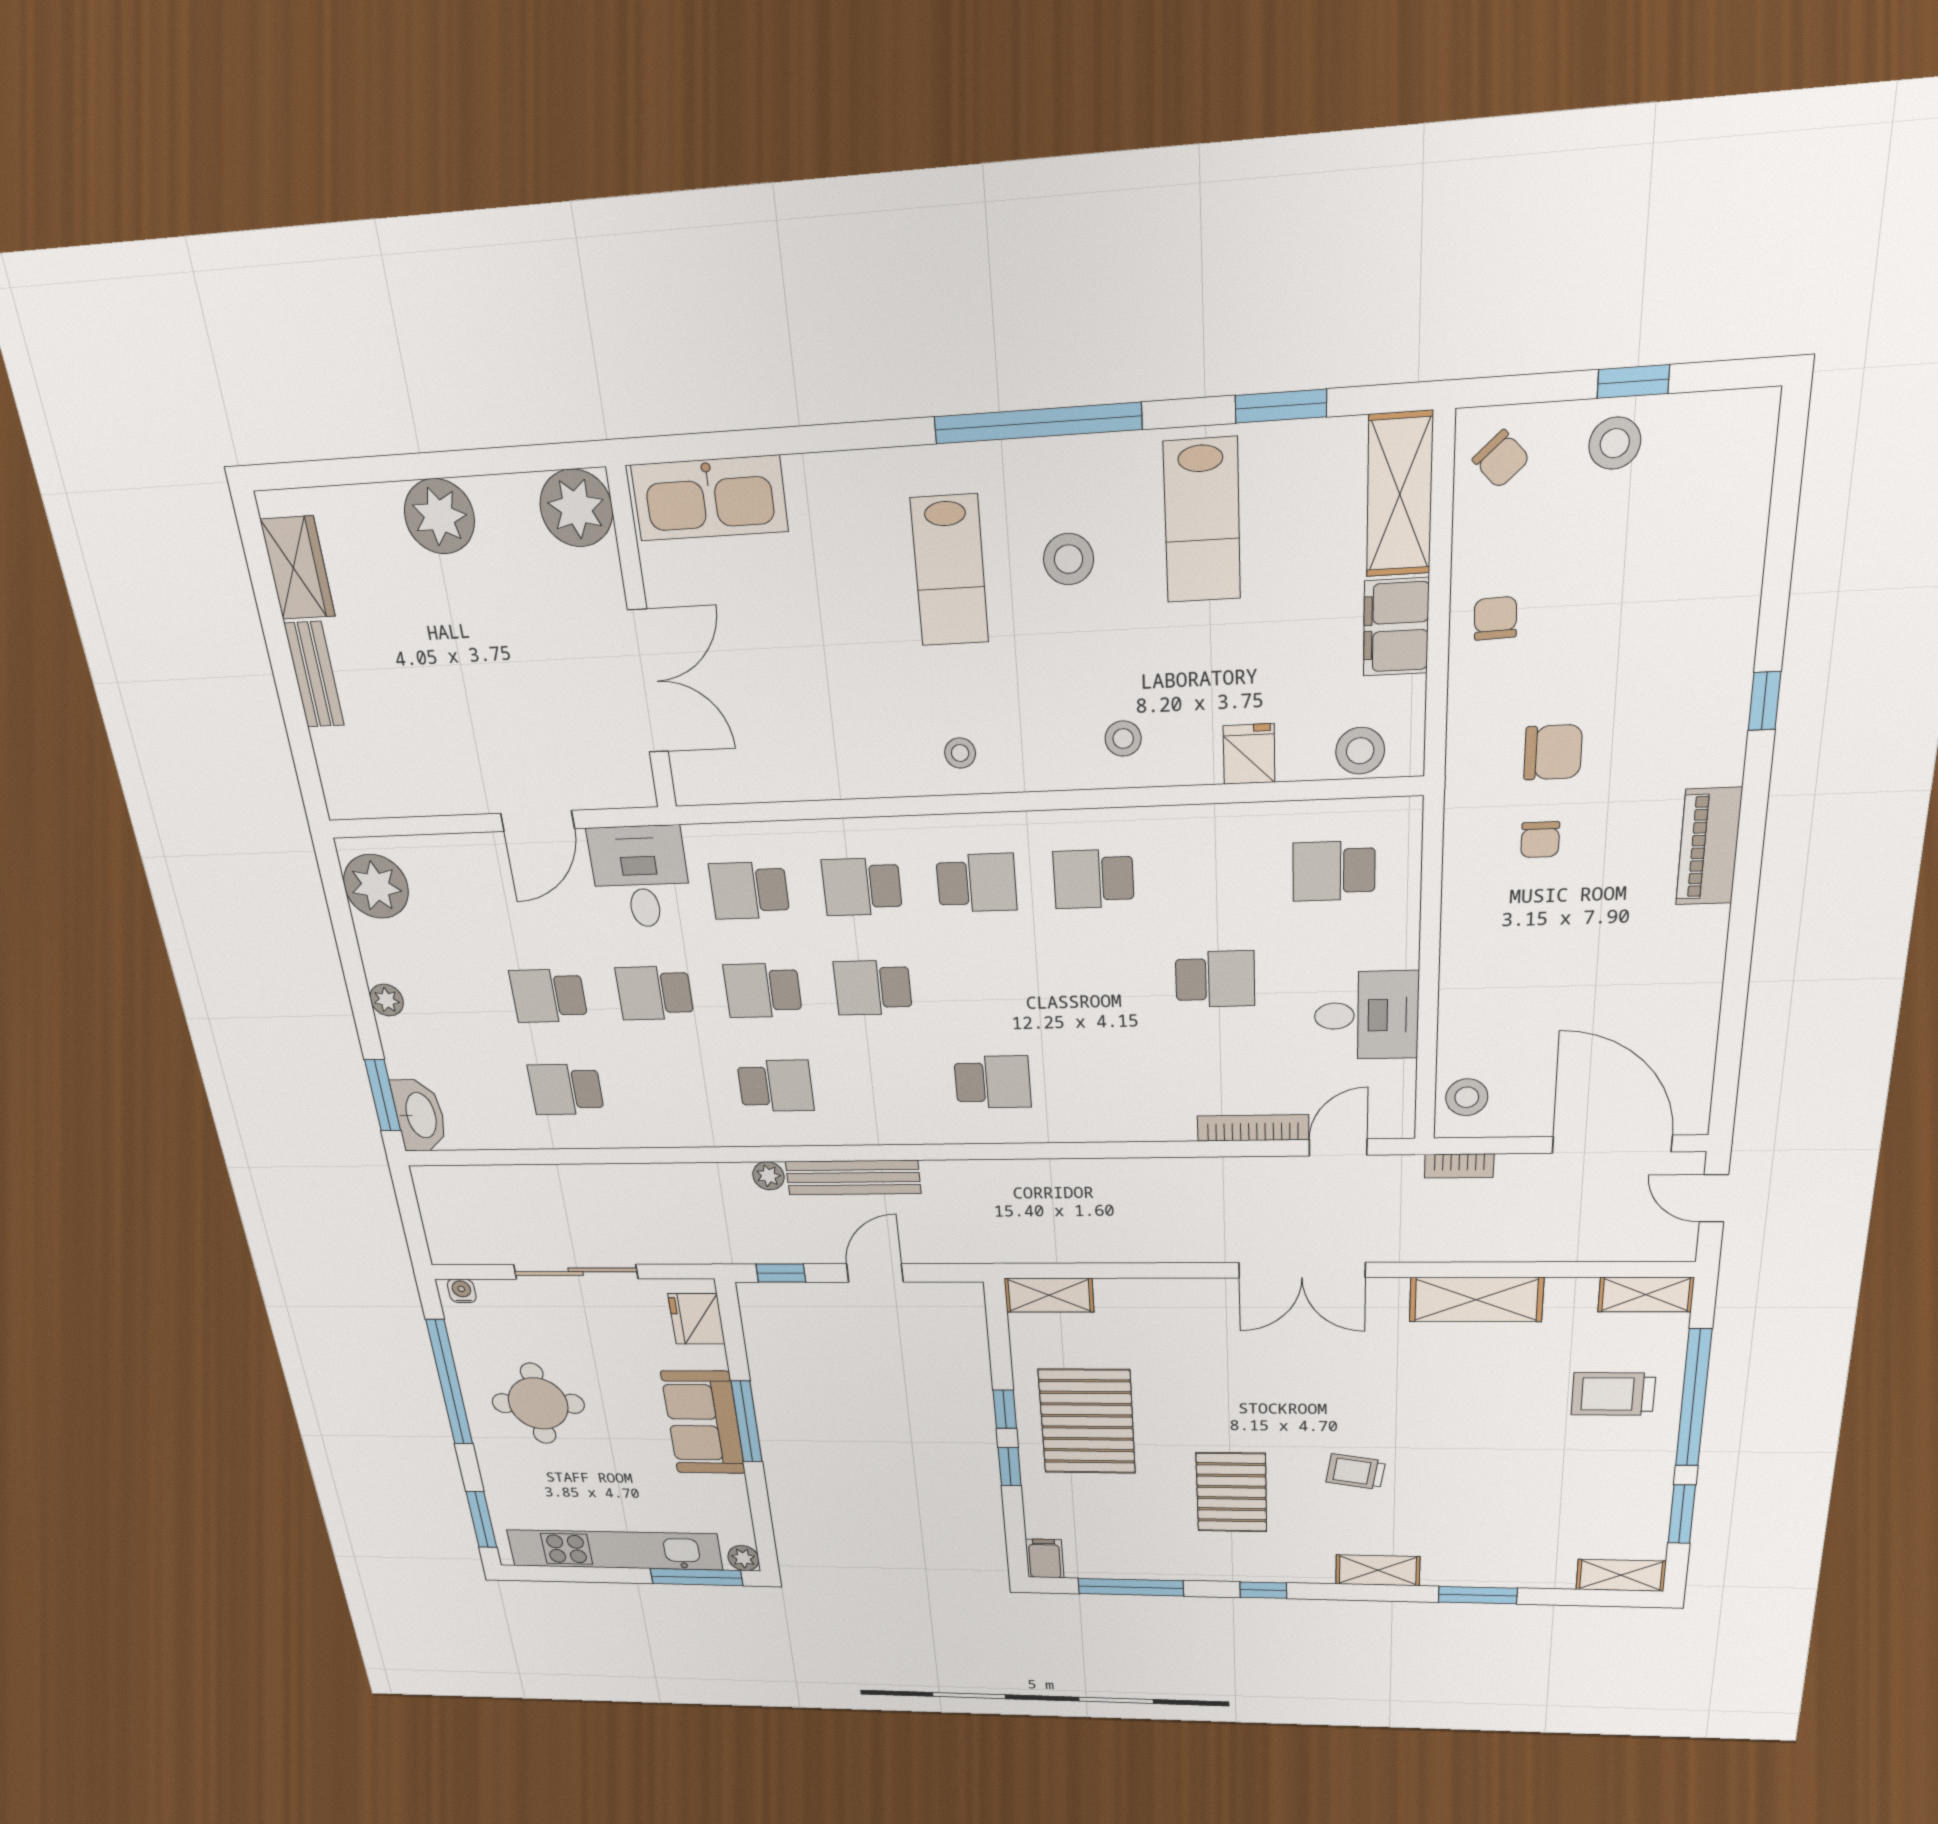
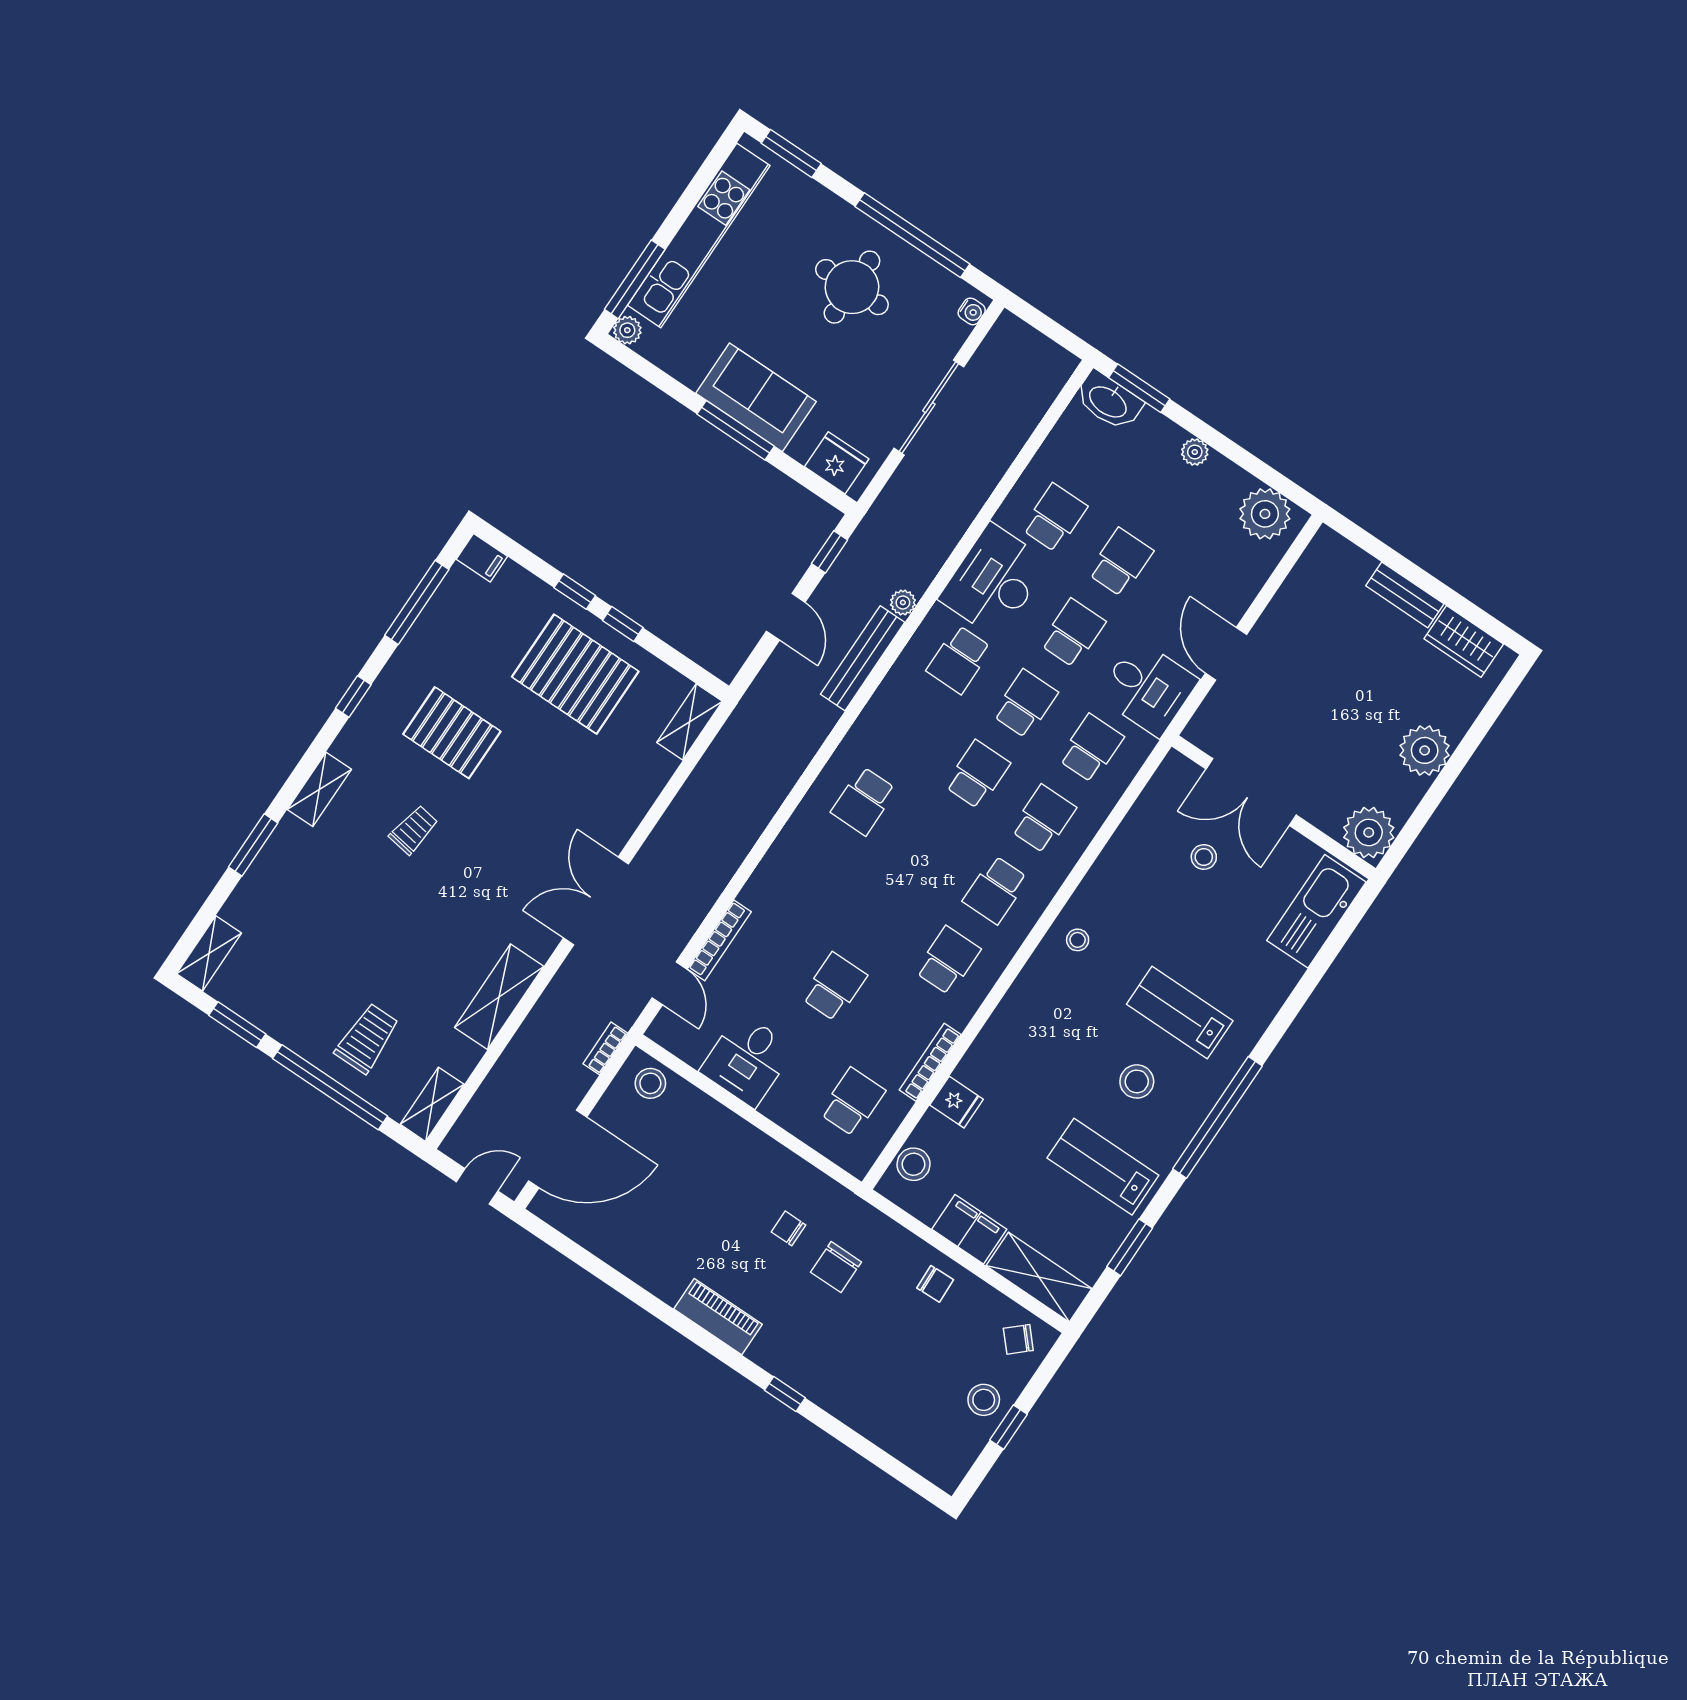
stool: (1123, 739) -> (1204, 857), moved
bookcase: (1224, 817) -> (930, 1062), added
school desk: (1215, 979) -> (834, 987), turned 180
desk: (673, 1105) -> (994, 581), added

